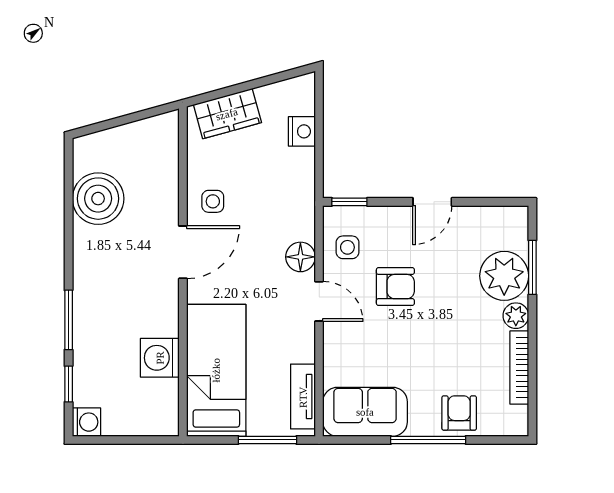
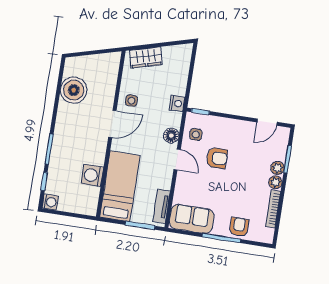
nightstand: (302, 131) -> (177, 103), moved
door: (432, 202) -> (267, 122), moved
plant: (504, 276) -> (278, 168), width x0.53, depth x0.53

